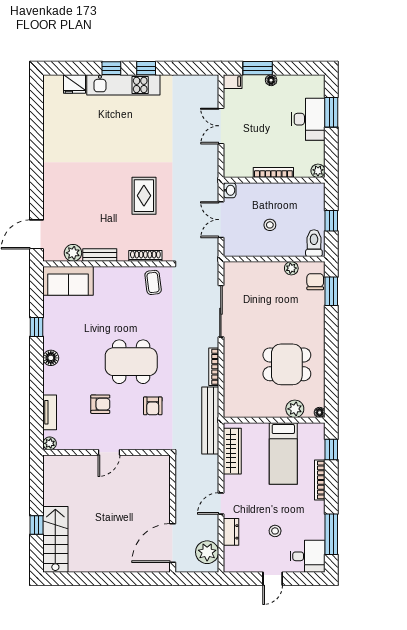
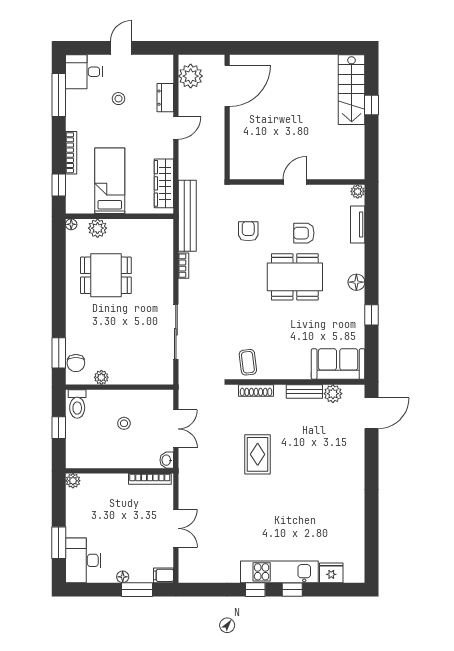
desk: (308, 119) -> (83, 560), moved
bookcase: (273, 173) -> (150, 479), moved
dining table: (131, 362) -> (295, 277), moved
bookcase: (214, 367) -> (184, 266), width x0.64

